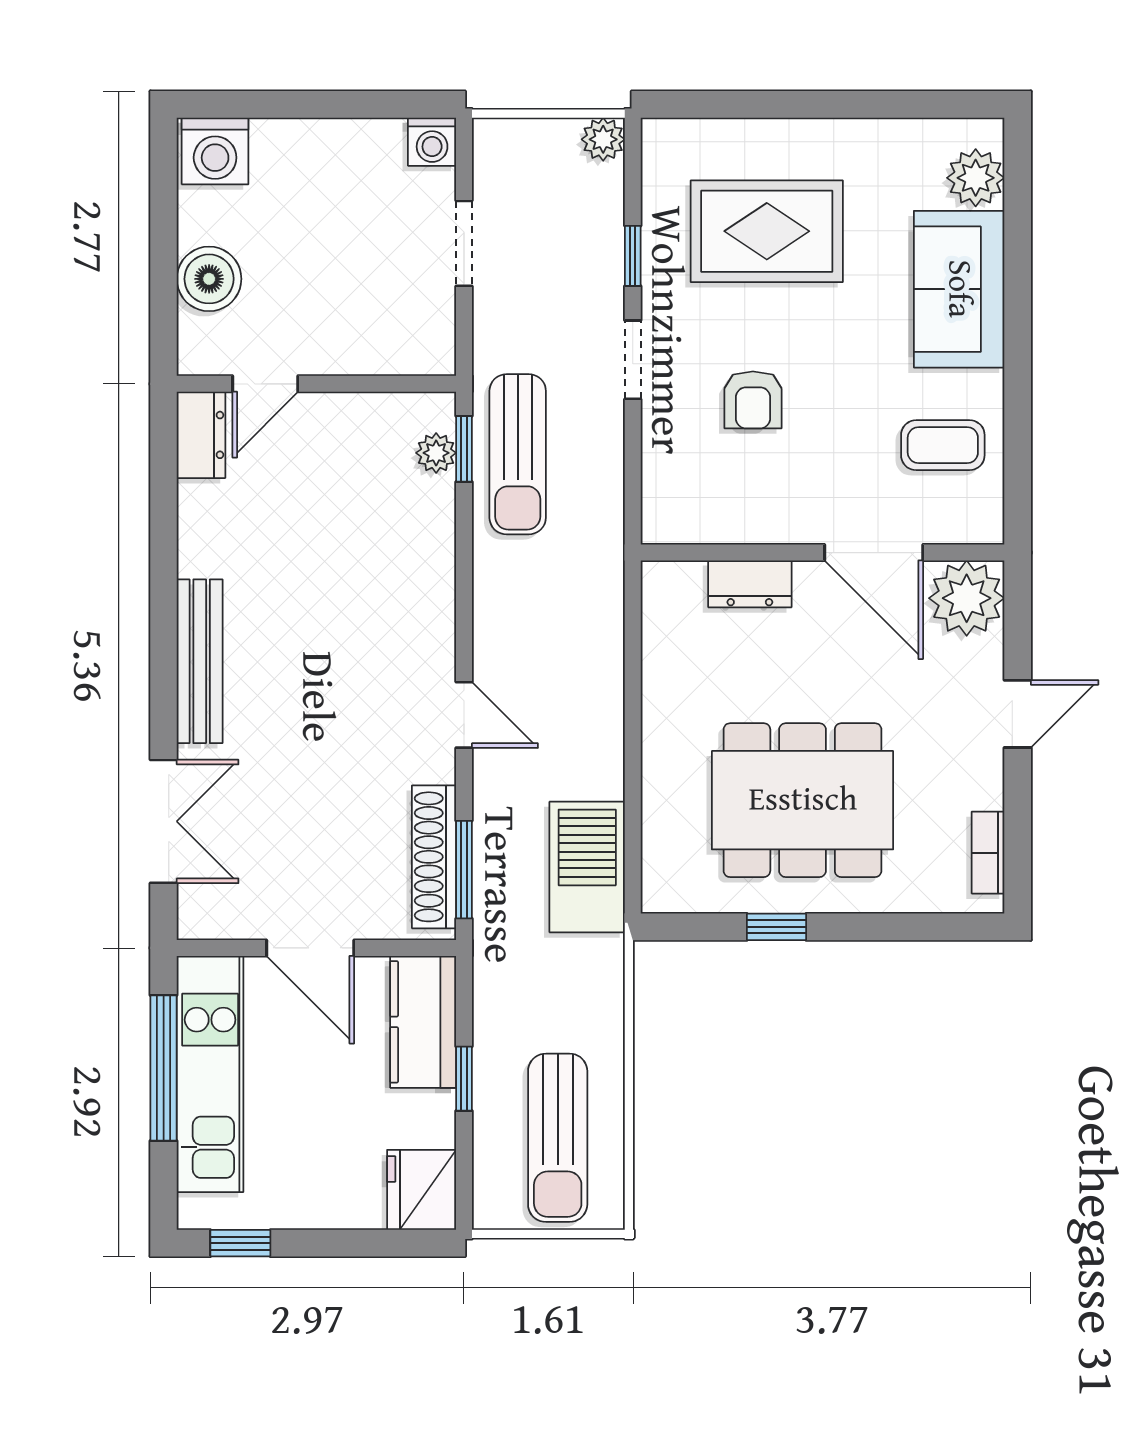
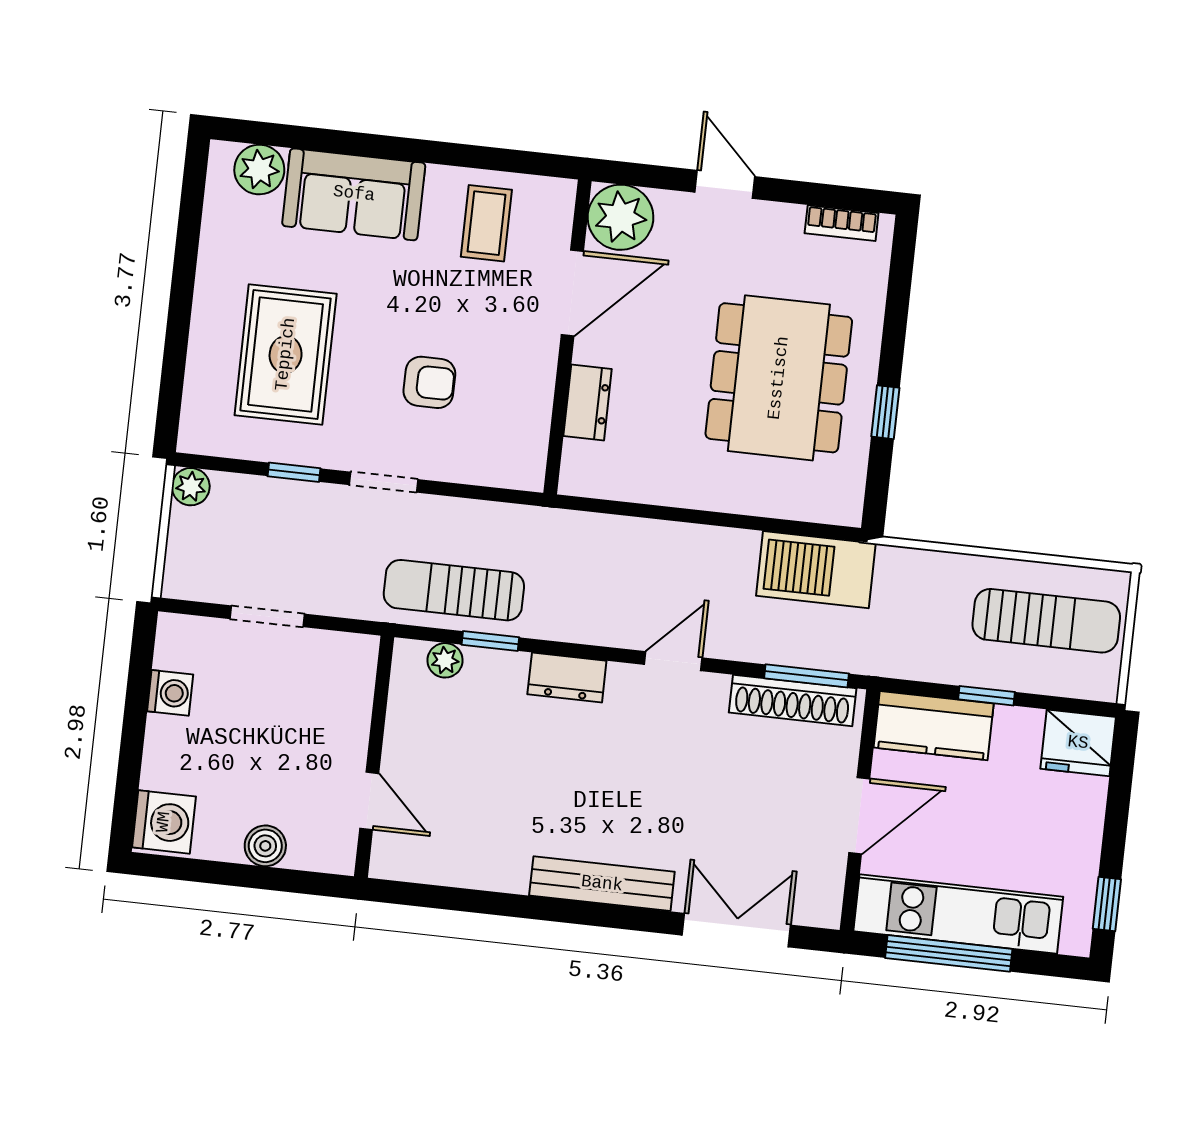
washing machine: (432, 142) -> (170, 693), moved
boiler: (209, 279) -> (265, 846), width x0.73, depth x0.73
dresser: (201, 435) -> (567, 677), moved, turned 180
window: (464, 449) -> (490, 641), moved
sun lounger: (518, 454) -> (454, 590), turned 180

